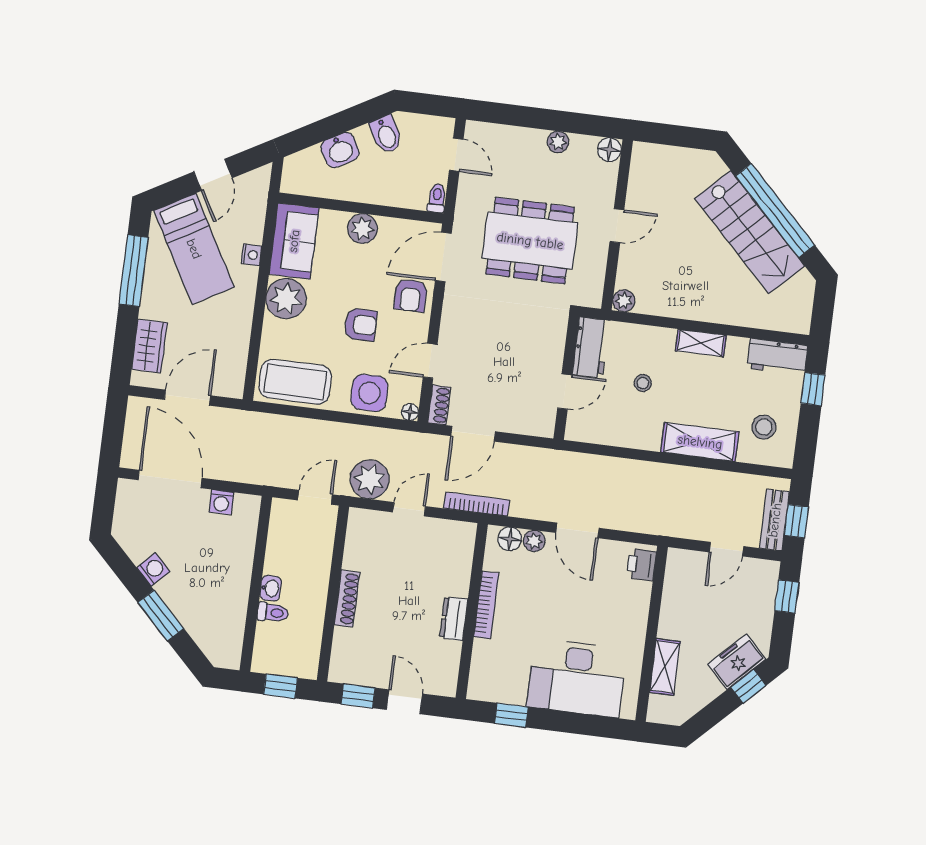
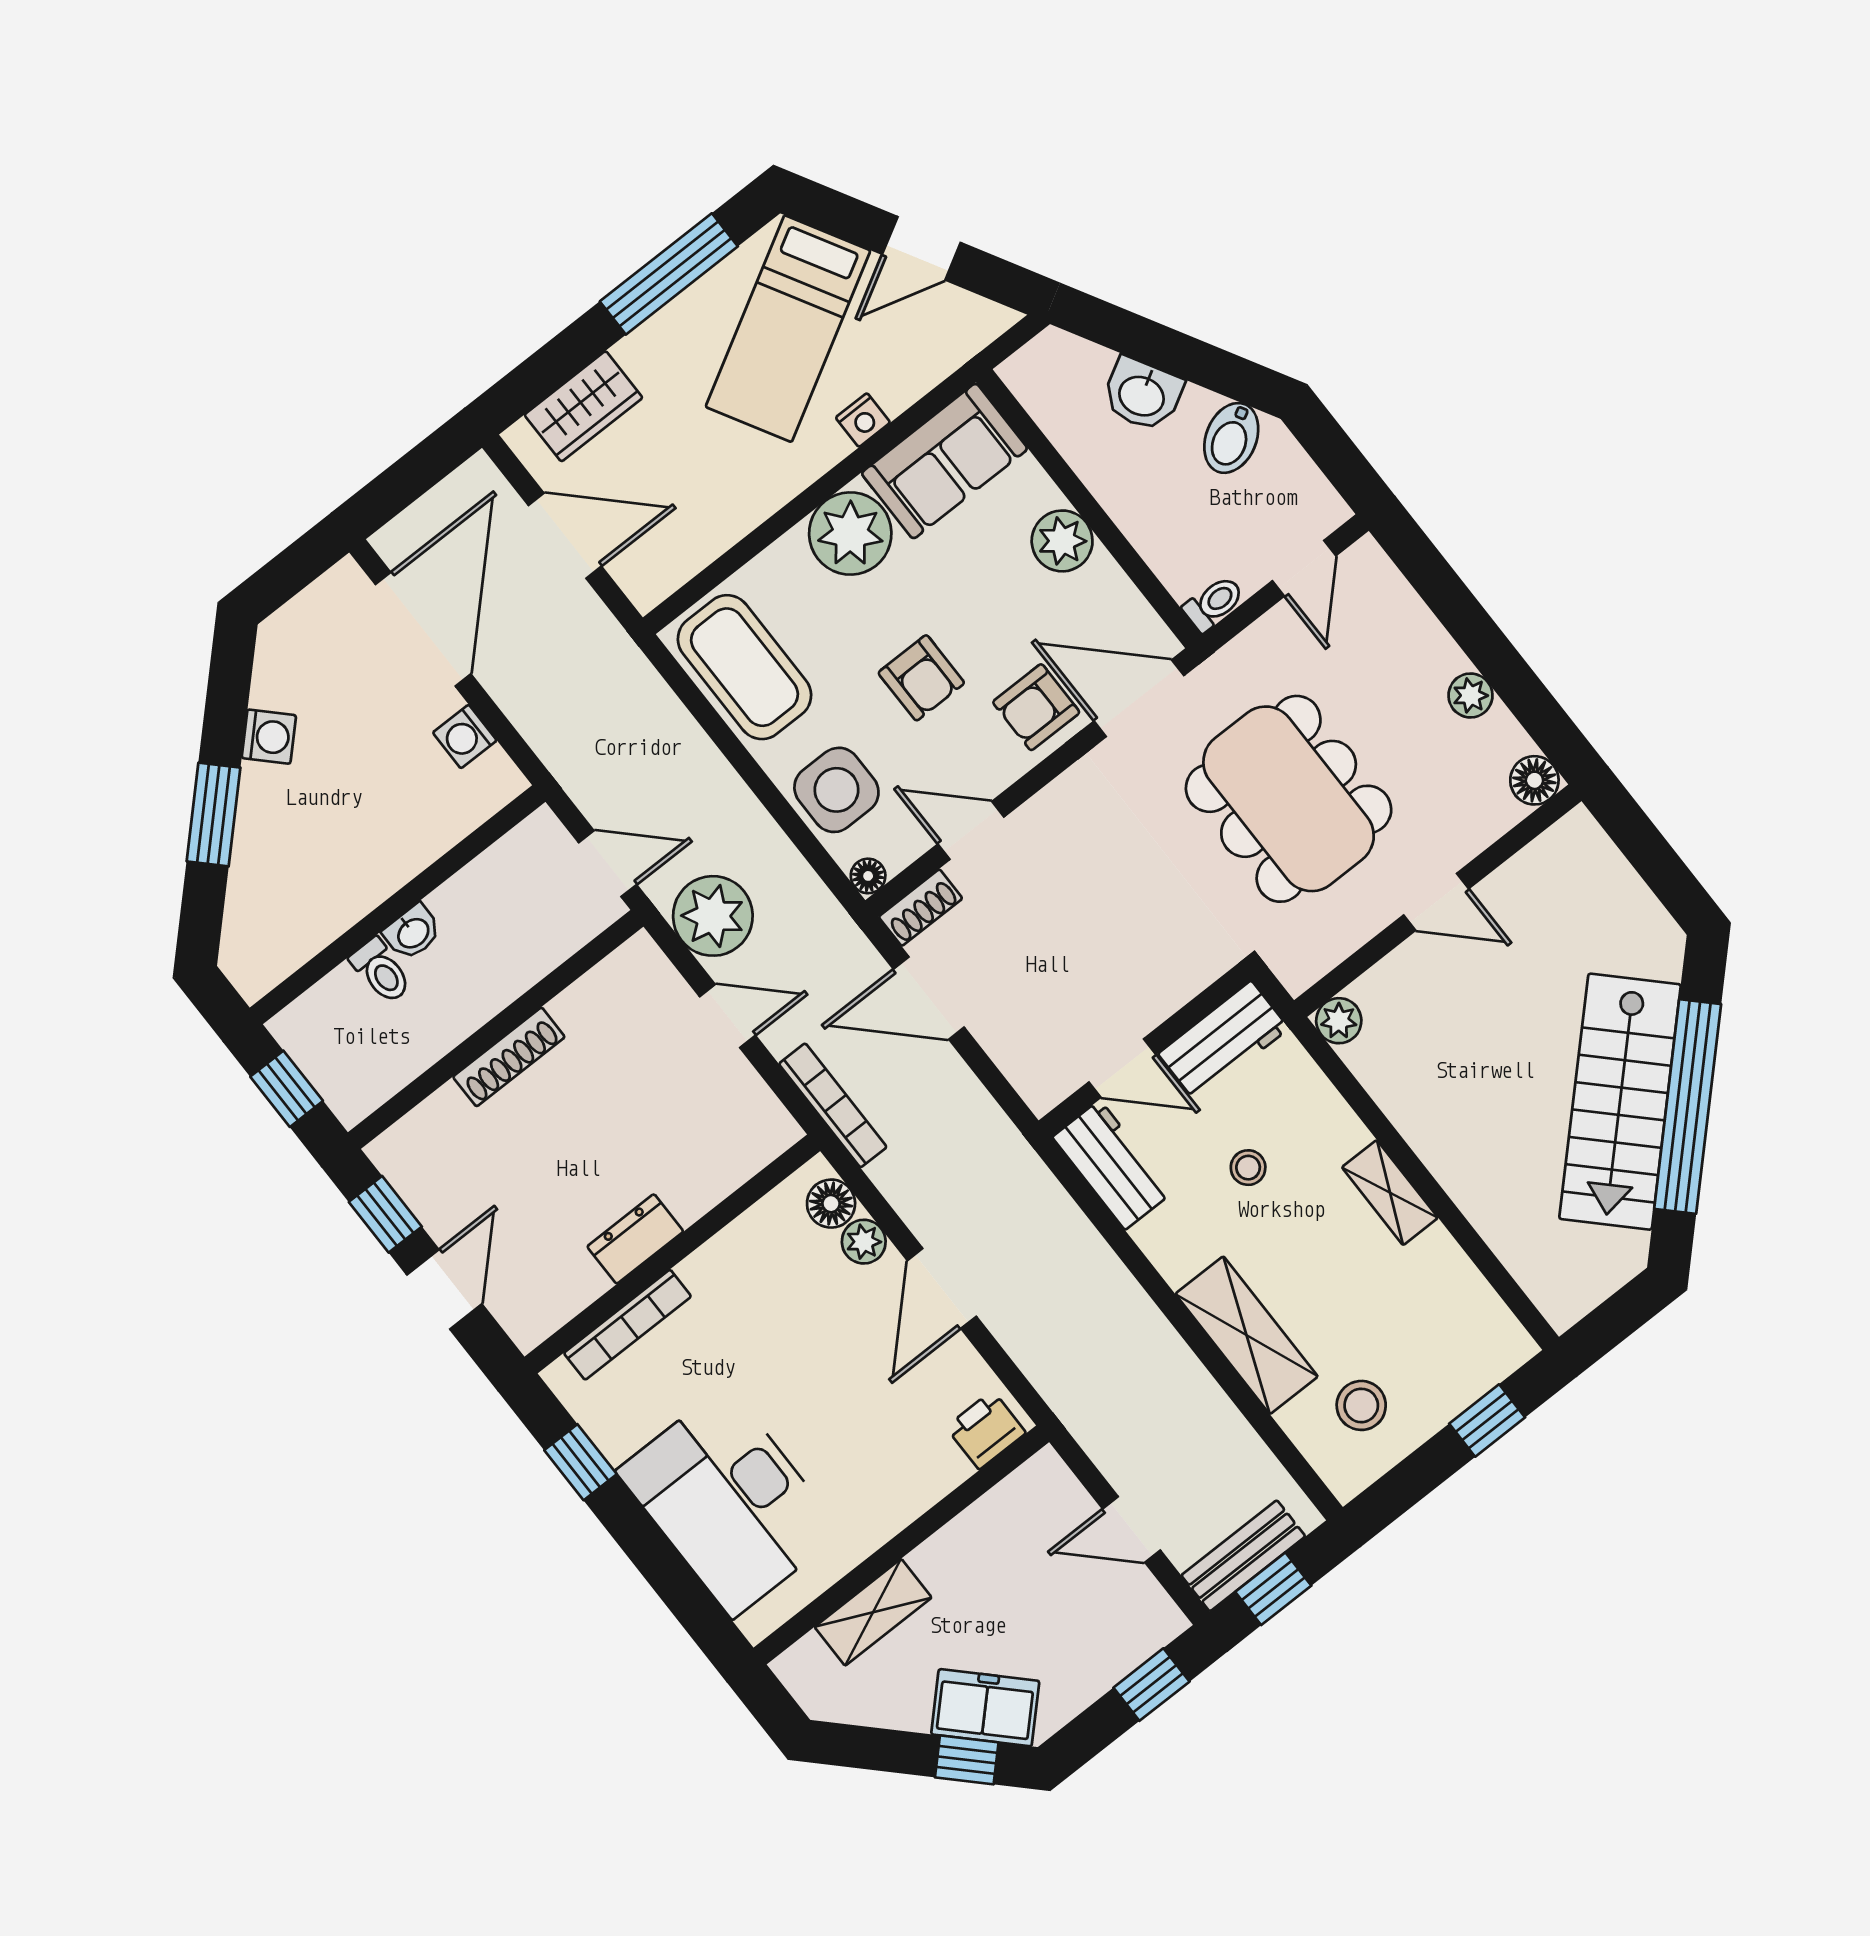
workbench: (777, 357) -> (1112, 1165), moved, turned 180
bookcase: (486, 605) -> (628, 1325), moved

